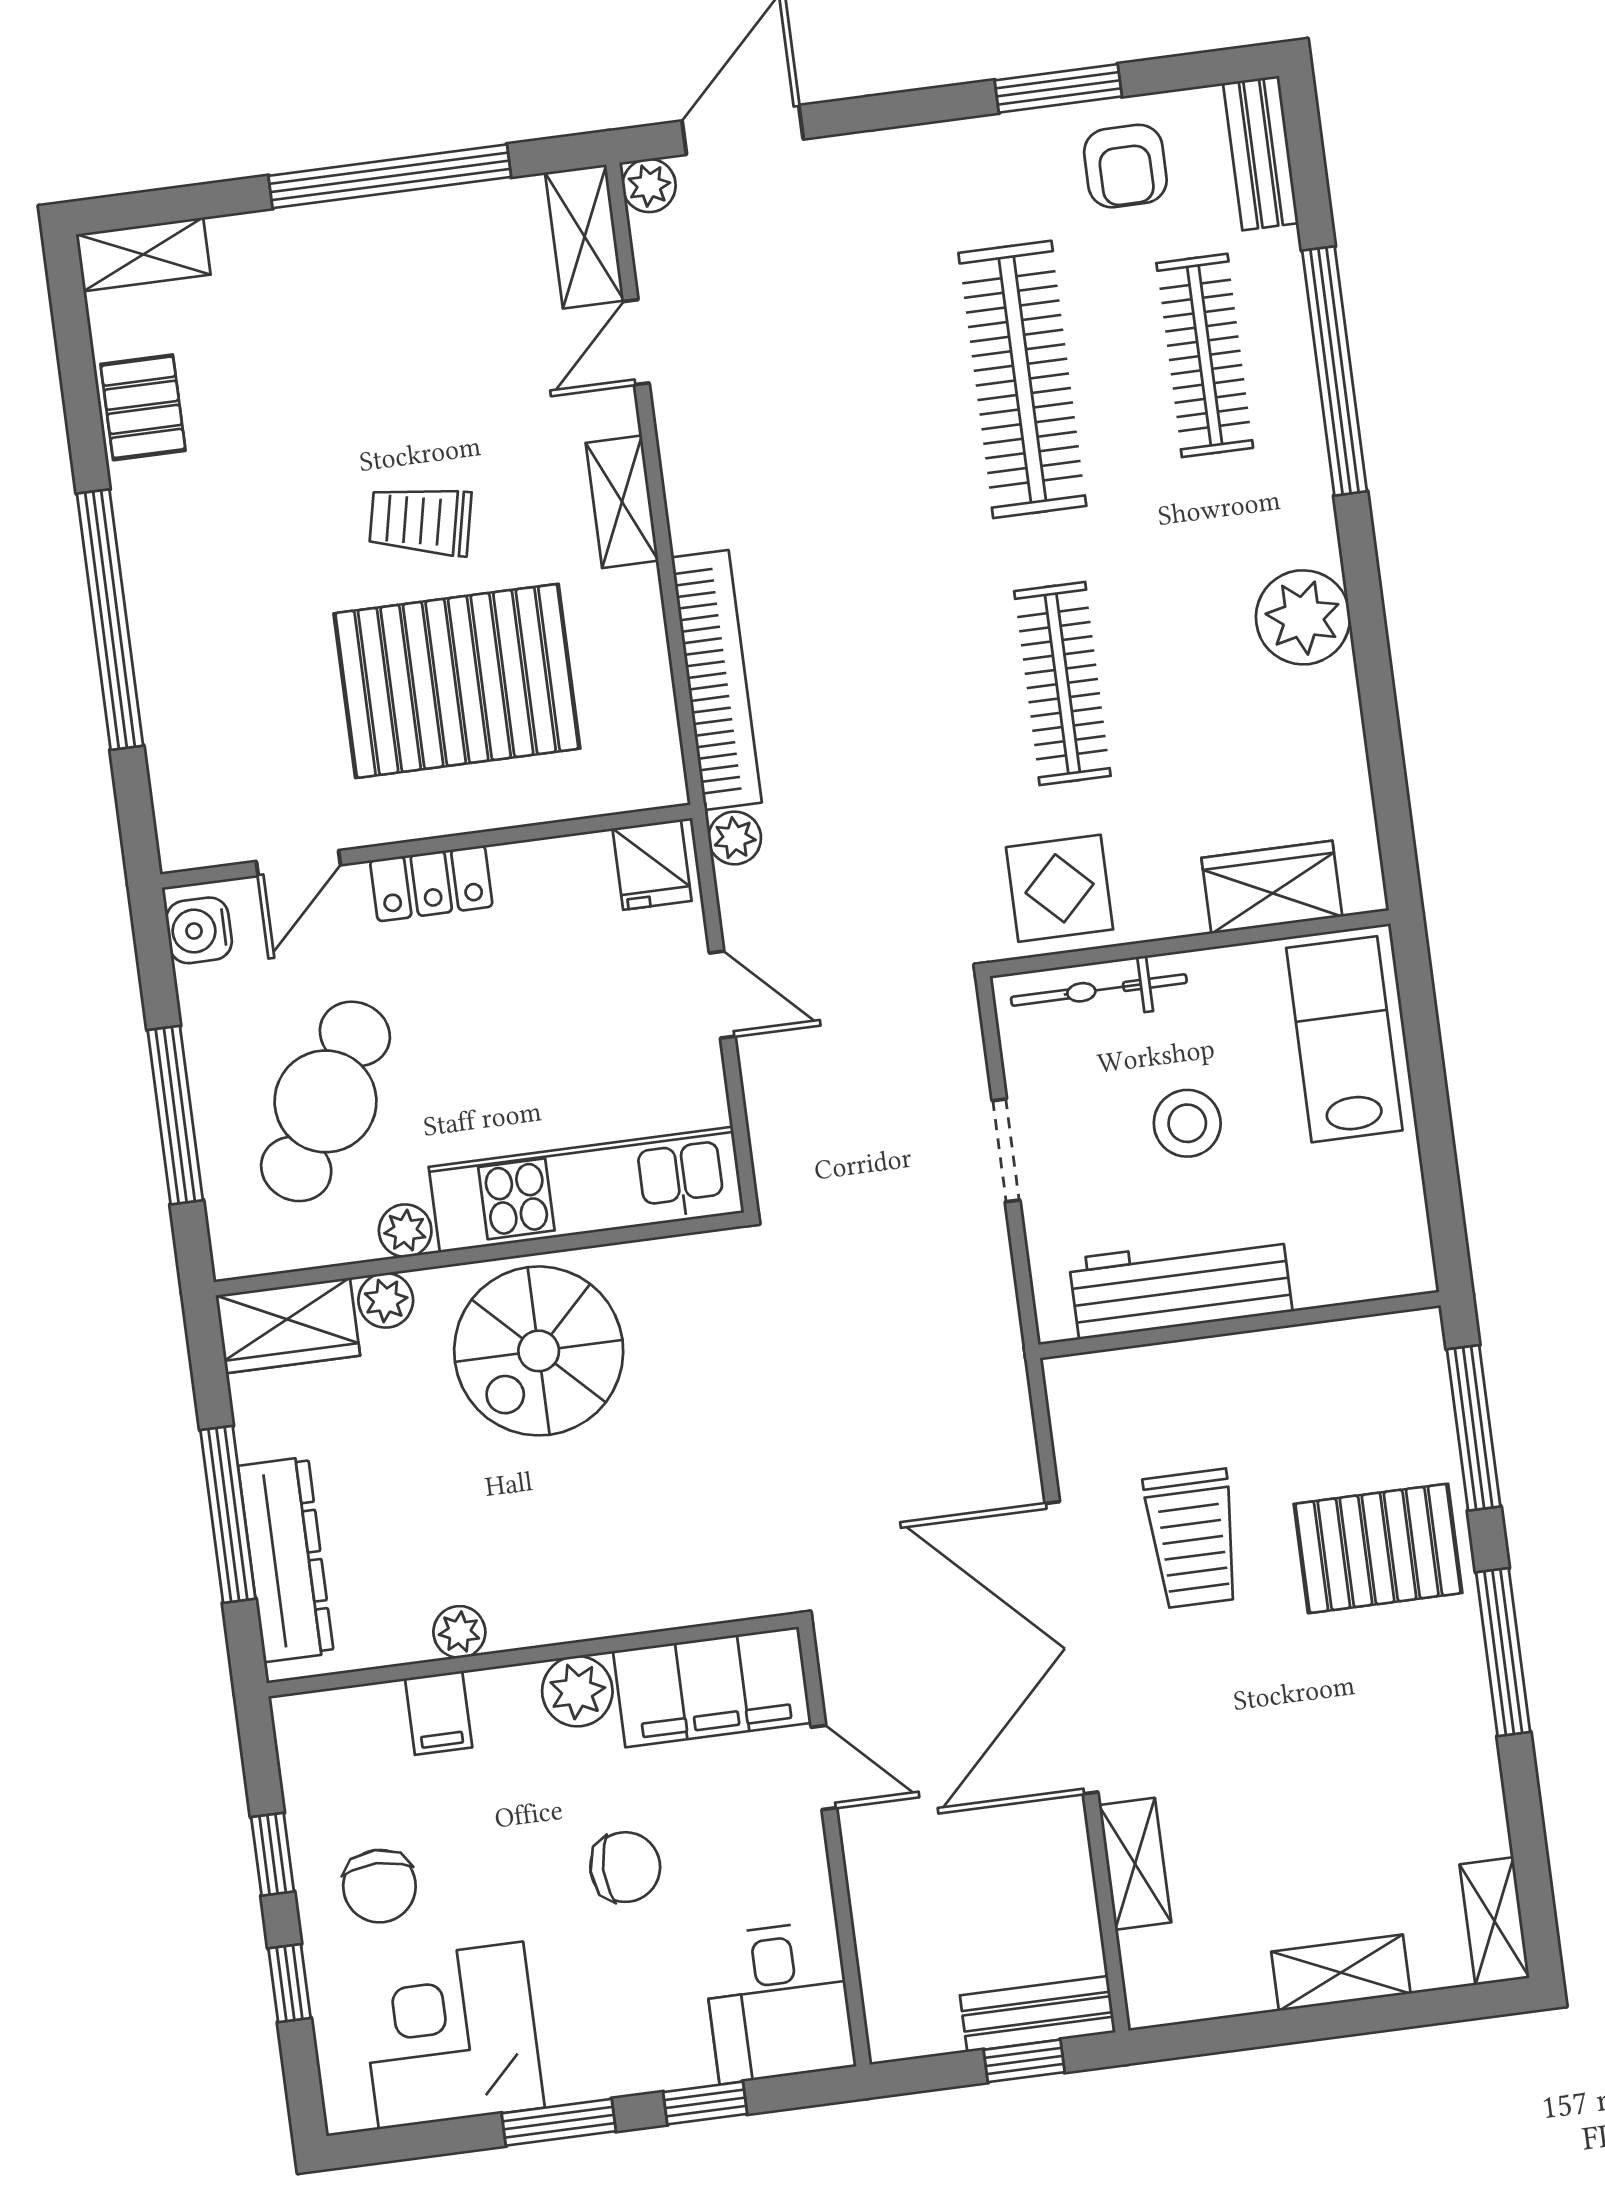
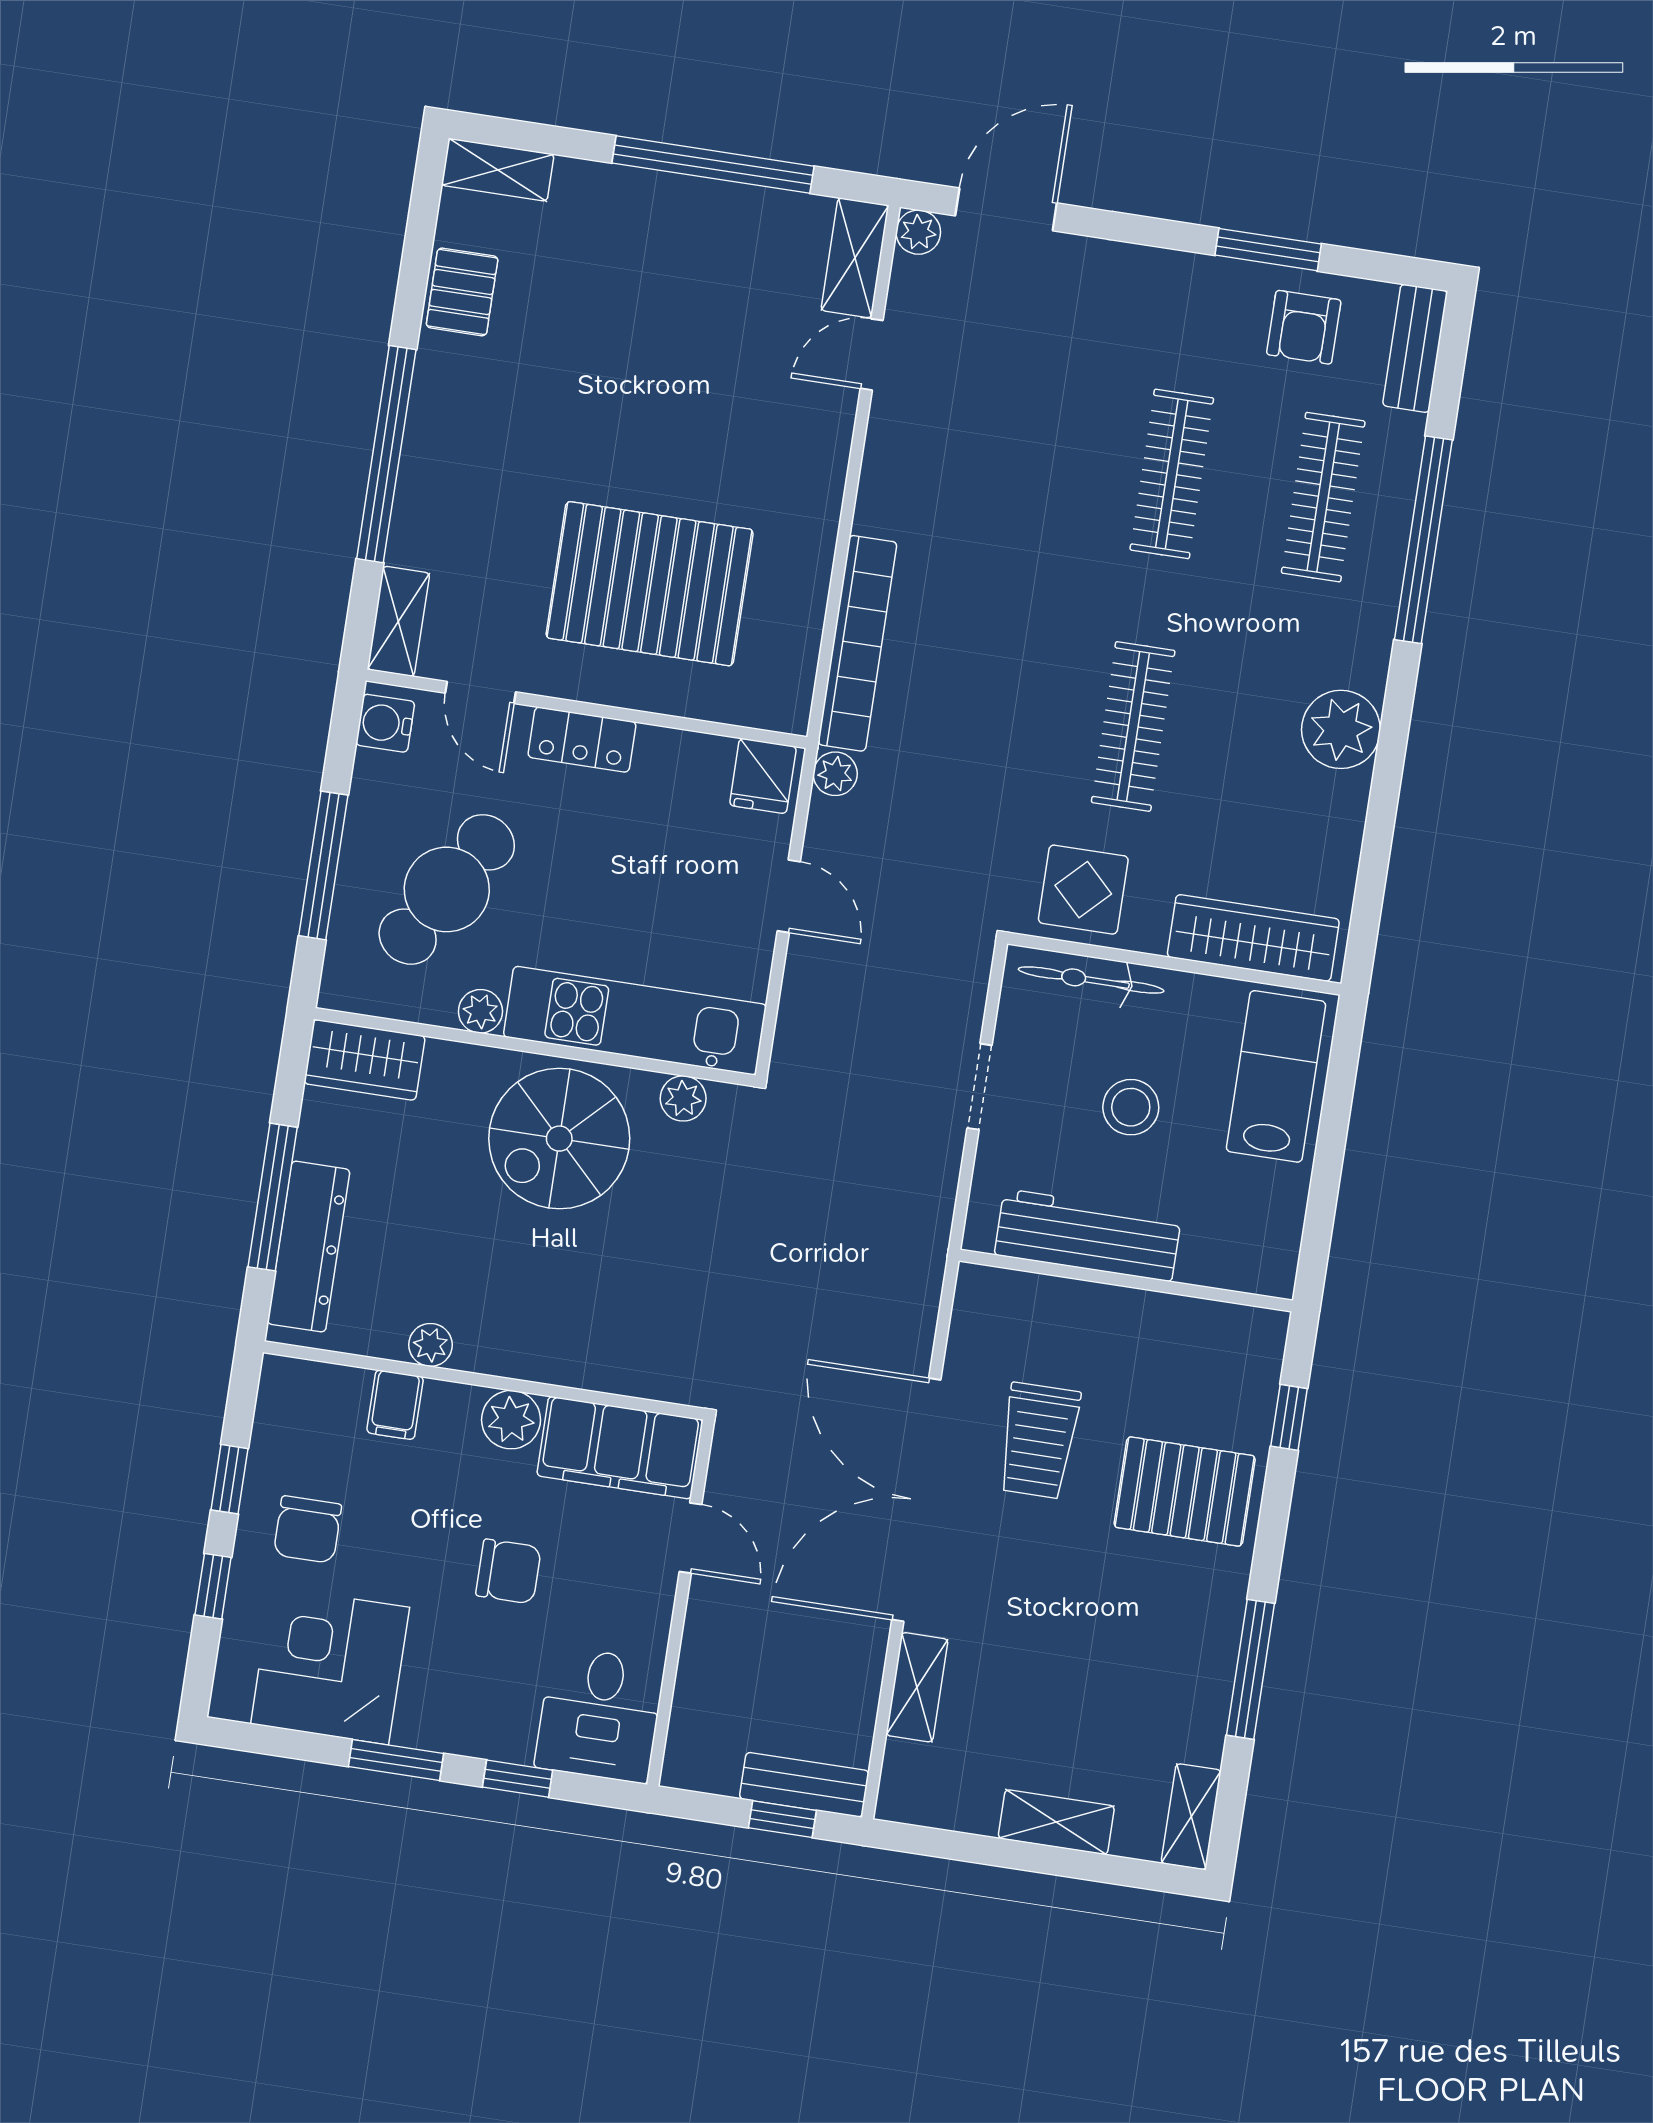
clothes rail: (1022, 379) -> (1172, 474), width x0.73, depth x0.76
shelving: (622, 502) -> (398, 621), moved
trolley: (420, 521) -> (657, 447), removed
door: (298, 863) -> (480, 693), hinge flipped
wardrobe: (1272, 887) -> (1253, 938), width x1.50
plant: (386, 1300) -> (683, 1098), moved
window: (1474, 1428) -> (1289, 1417), width x0.46
window: (1503, 1652) -> (1251, 1669), moved

